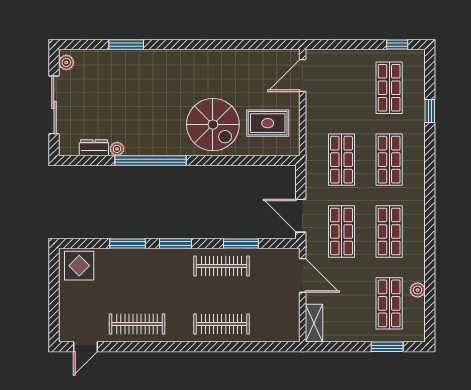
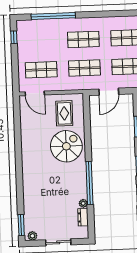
window: (126, 44) -> (21, 225), moved
shop shelf: (389, 88) -> (41, 70), moved
sliding door: (54, 105) -> (58, 242), width x0.73
window: (430, 111) -> (53, 16), width x3.17
door: (301, 216) -> (109, 92), moved

